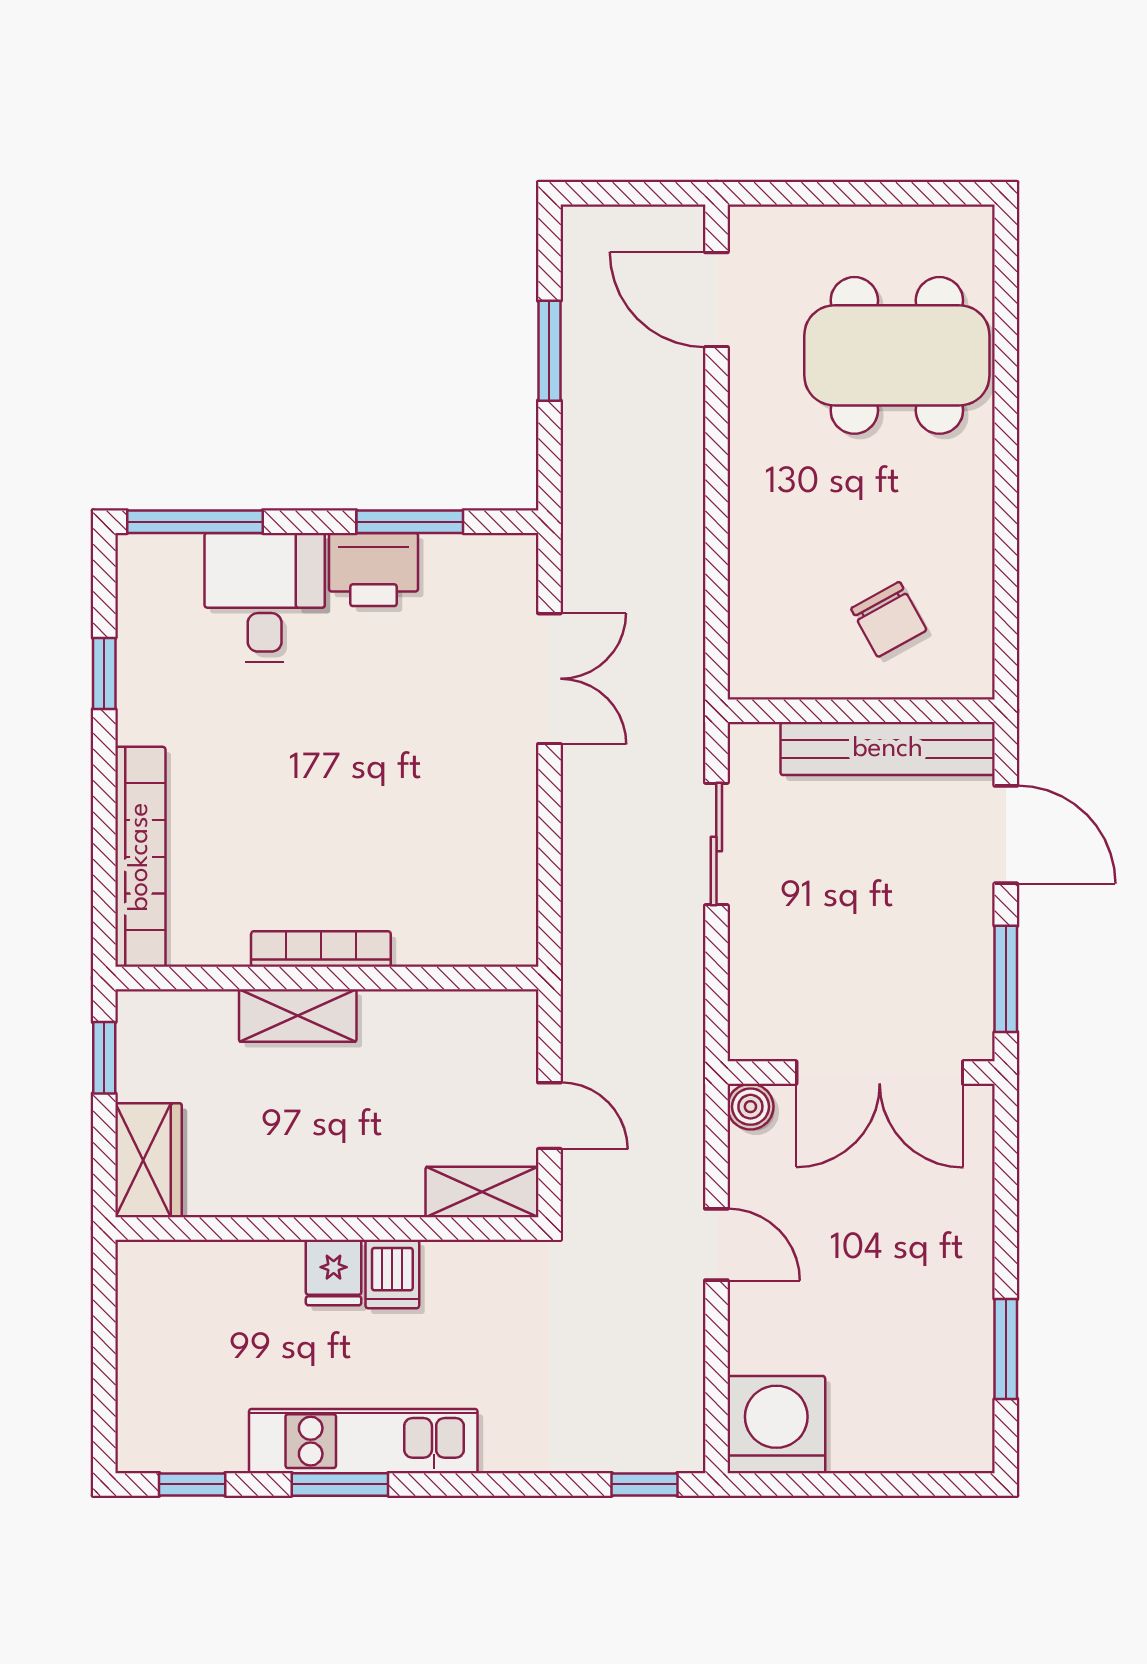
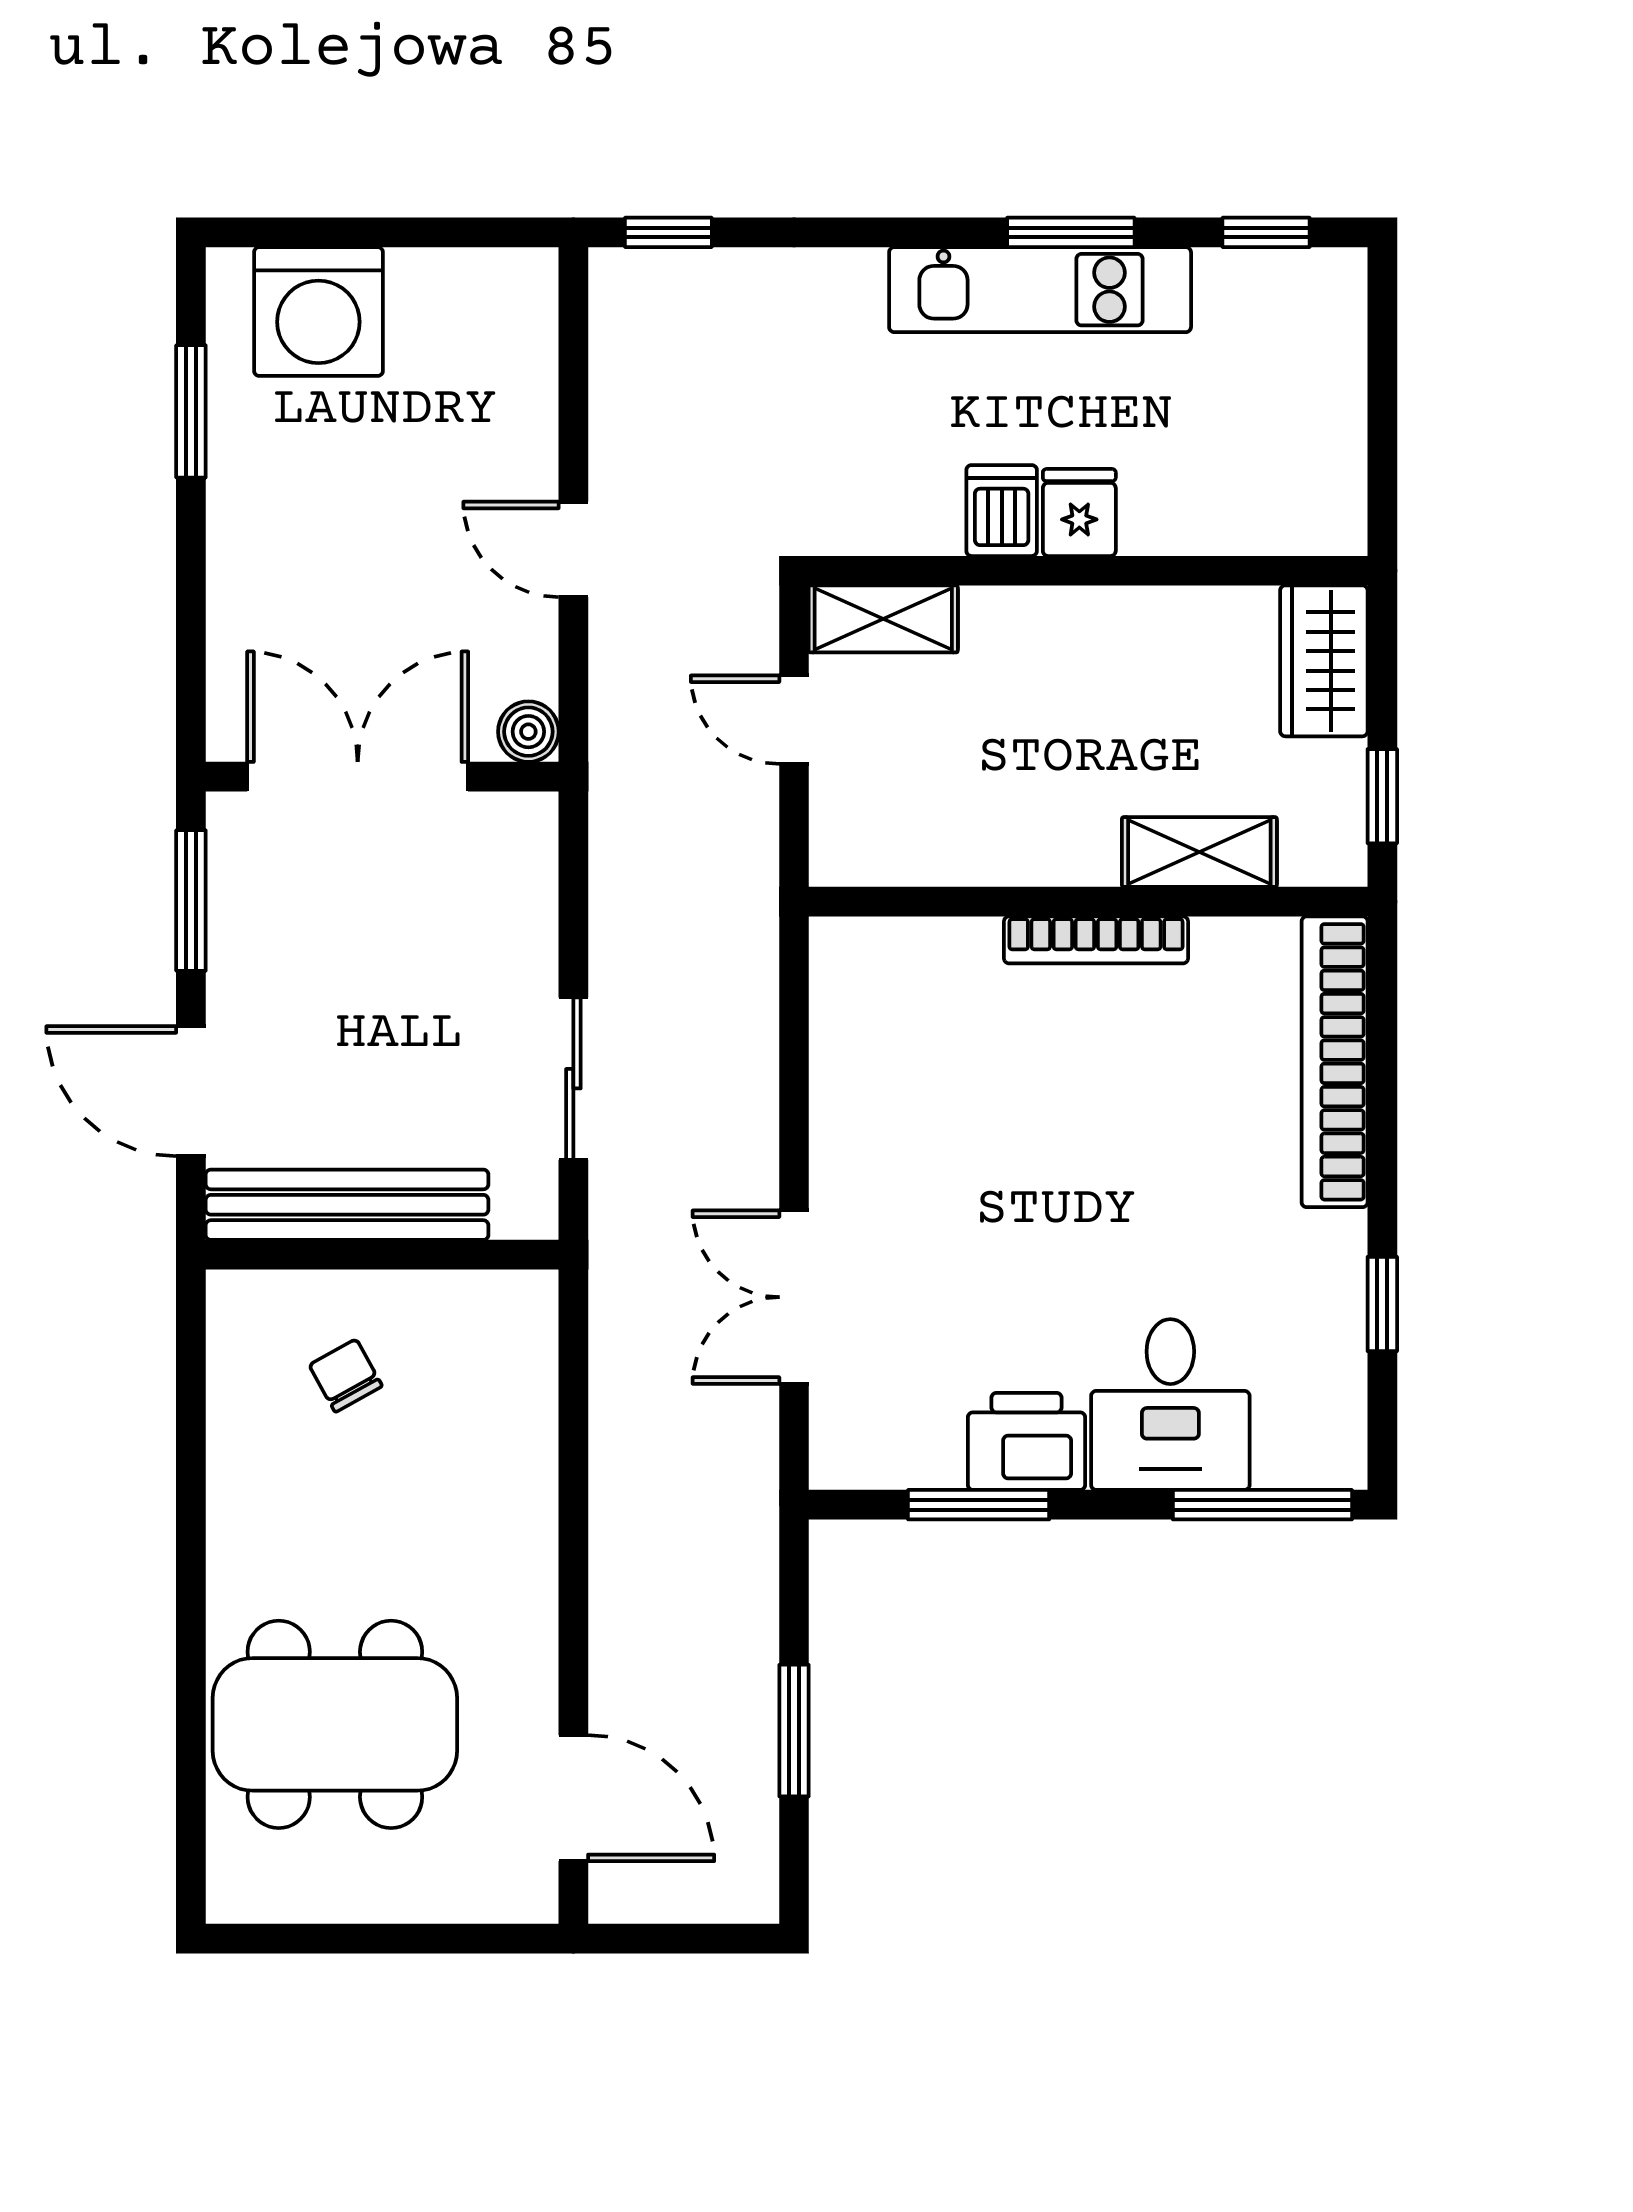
chair: (889, 619) -> (346, 1376), width x0.73, depth x0.73
shelving: (298, 1016) -> (1199, 852), moved
washing machine: (776, 1425) -> (318, 312), moved

